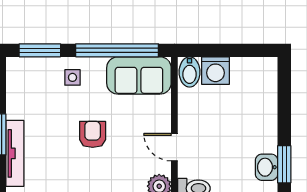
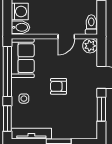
tv unit: (15, 153) -> (31, 134), moved

